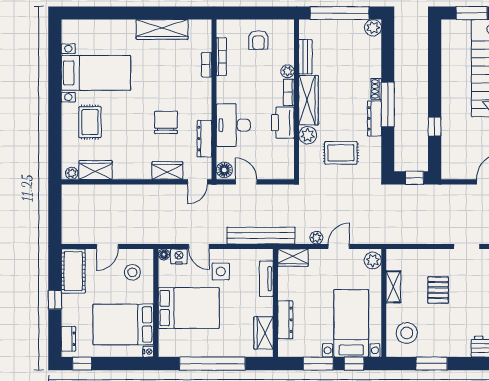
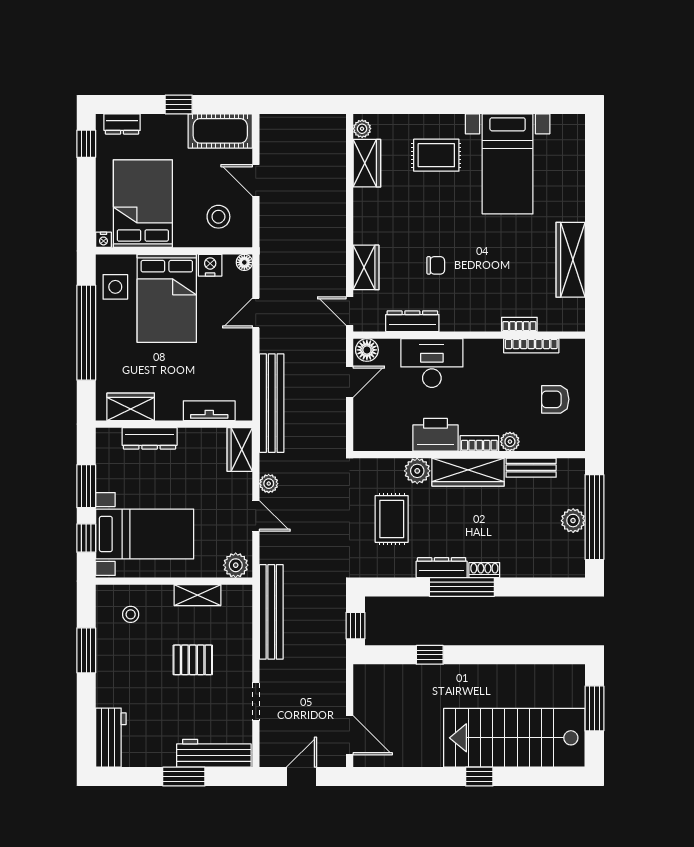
plant: (373, 28) -> (573, 521), moved
chair: (166, 122) -> (436, 265), width x0.54, depth x0.54
bench: (405, 236) -> (271, 612), added
nightstand: (179, 256) -> (210, 265), moved, turned -90
side table: (221, 271) -> (115, 287), moved
stool: (407, 333) -> (131, 614), width x0.53, depth x0.53

